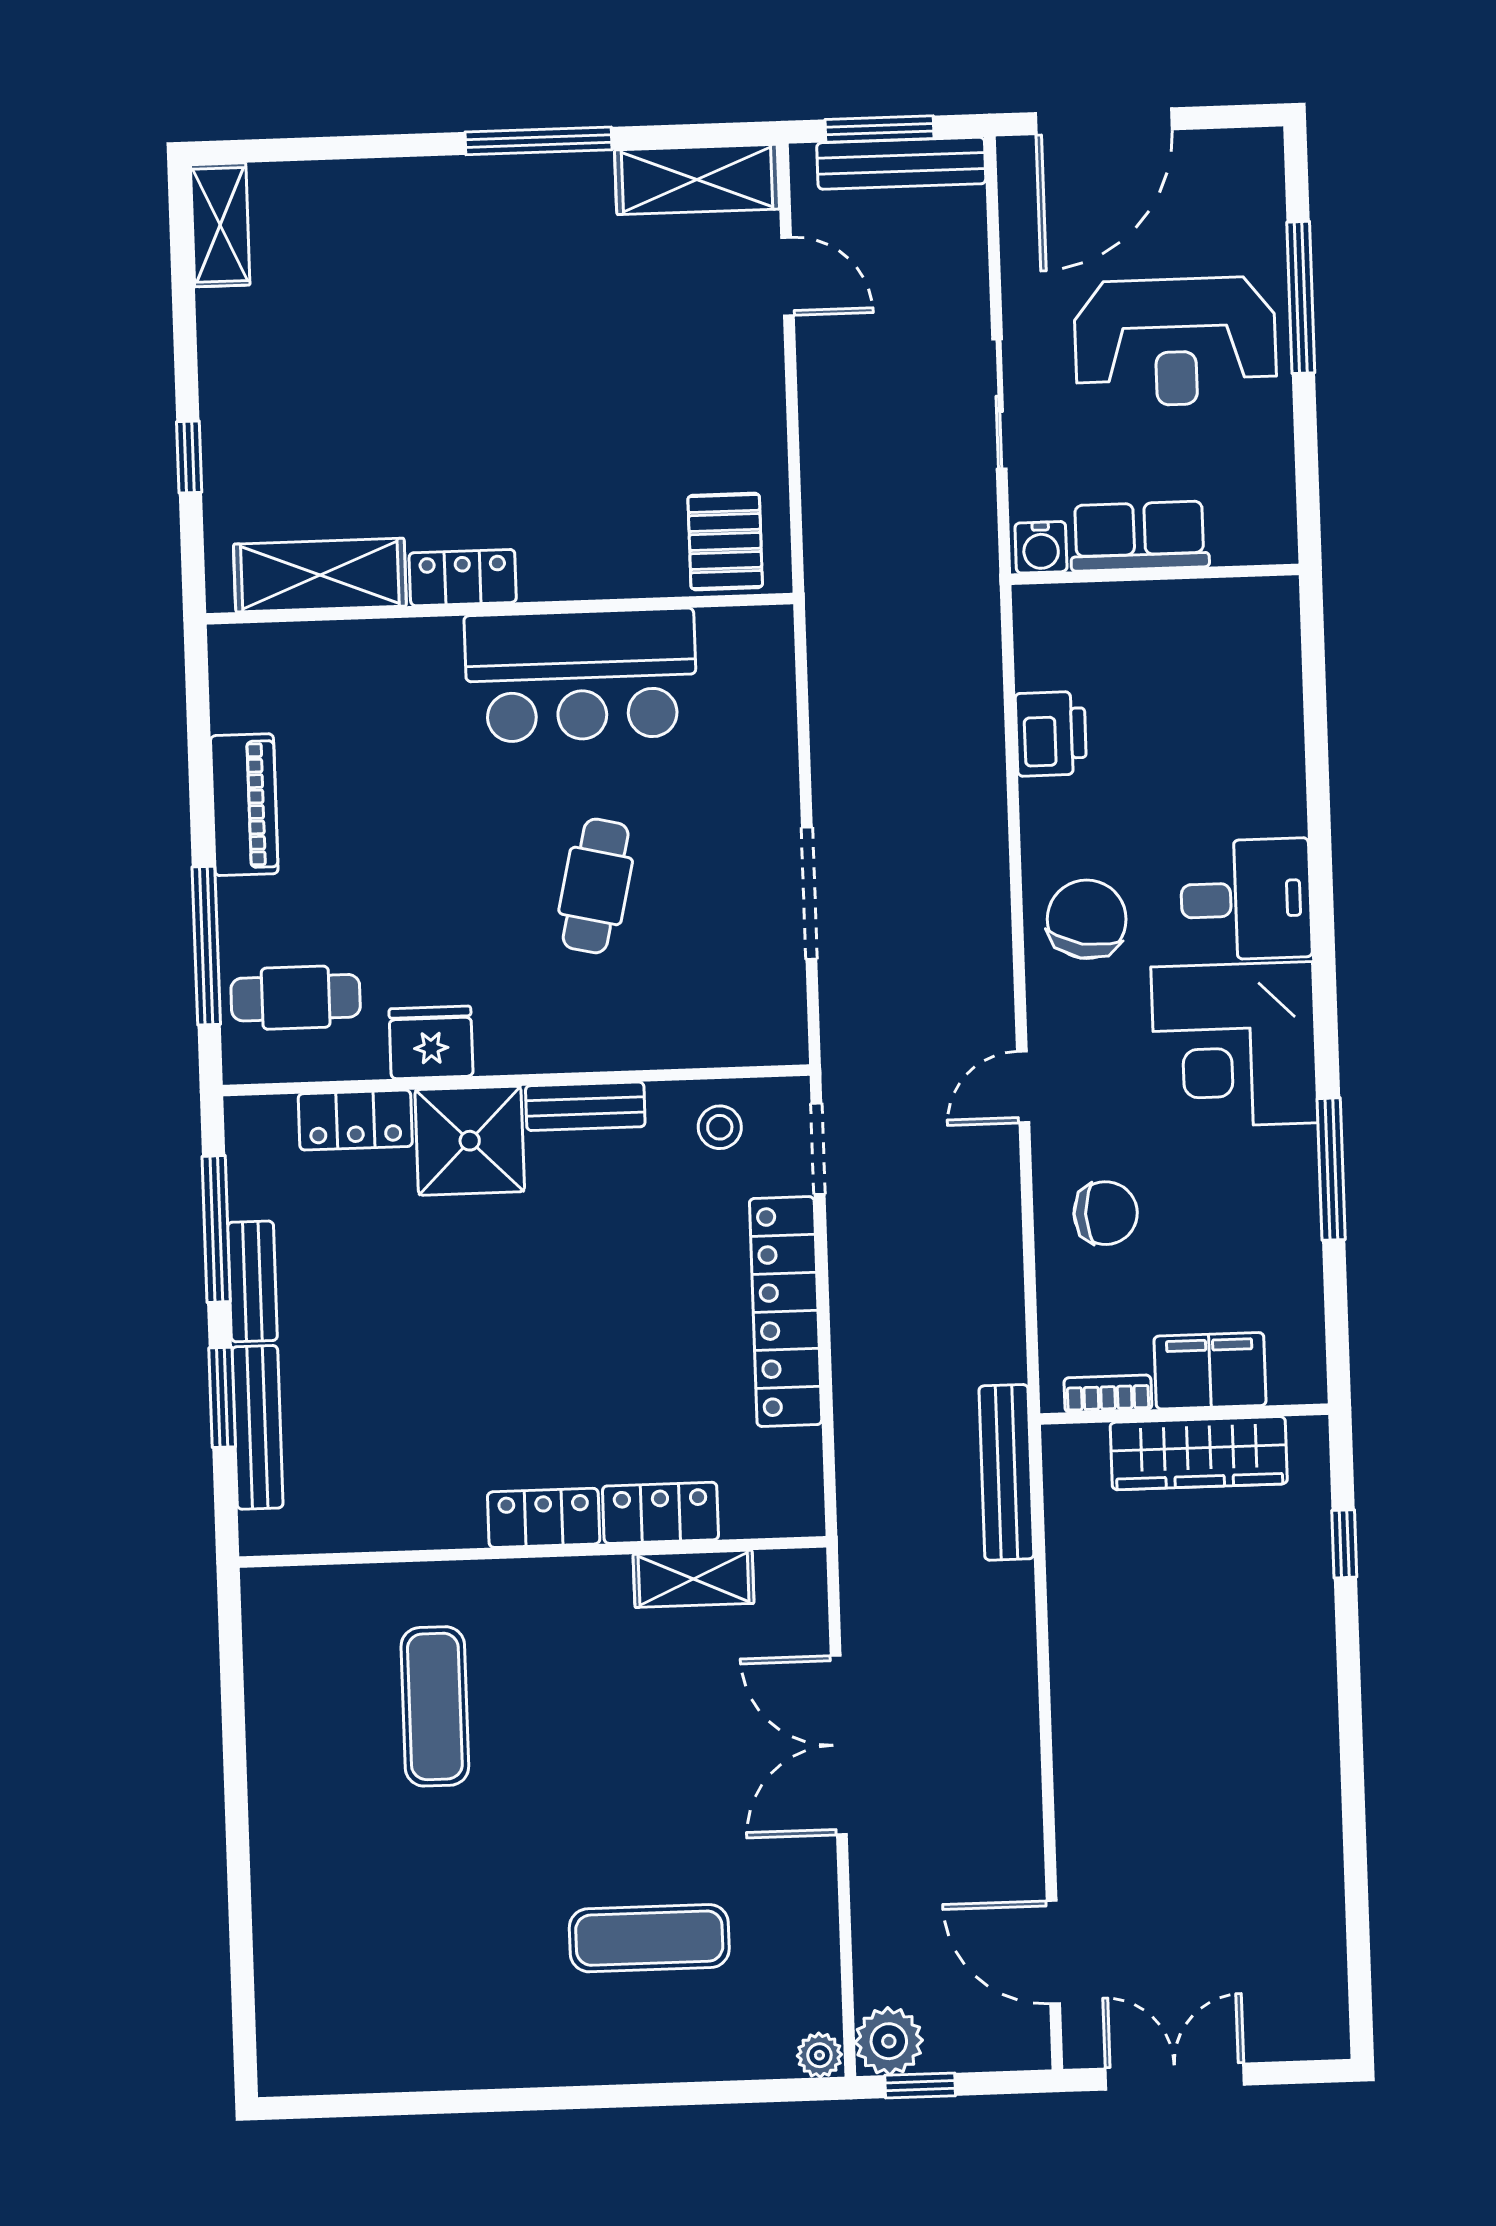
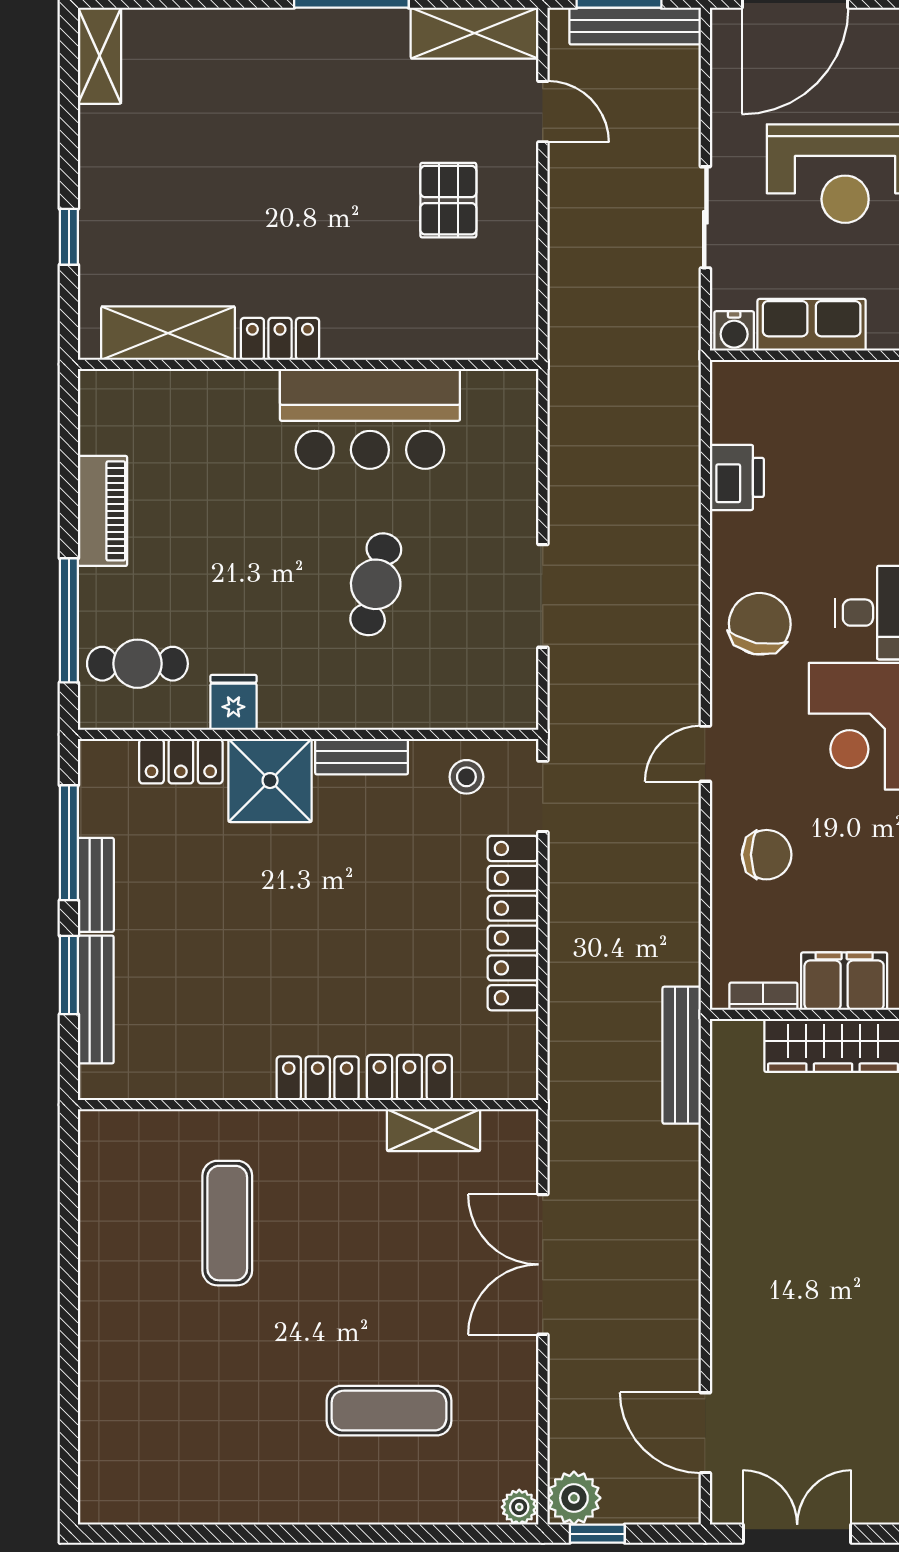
pallet: (725, 542) -> (448, 200), moved
fridge: (431, 1042) -> (233, 702), width x0.72

